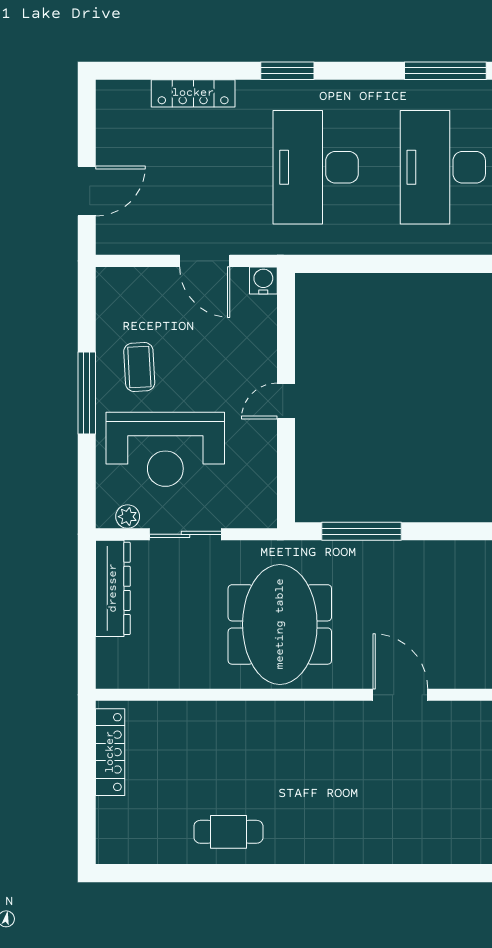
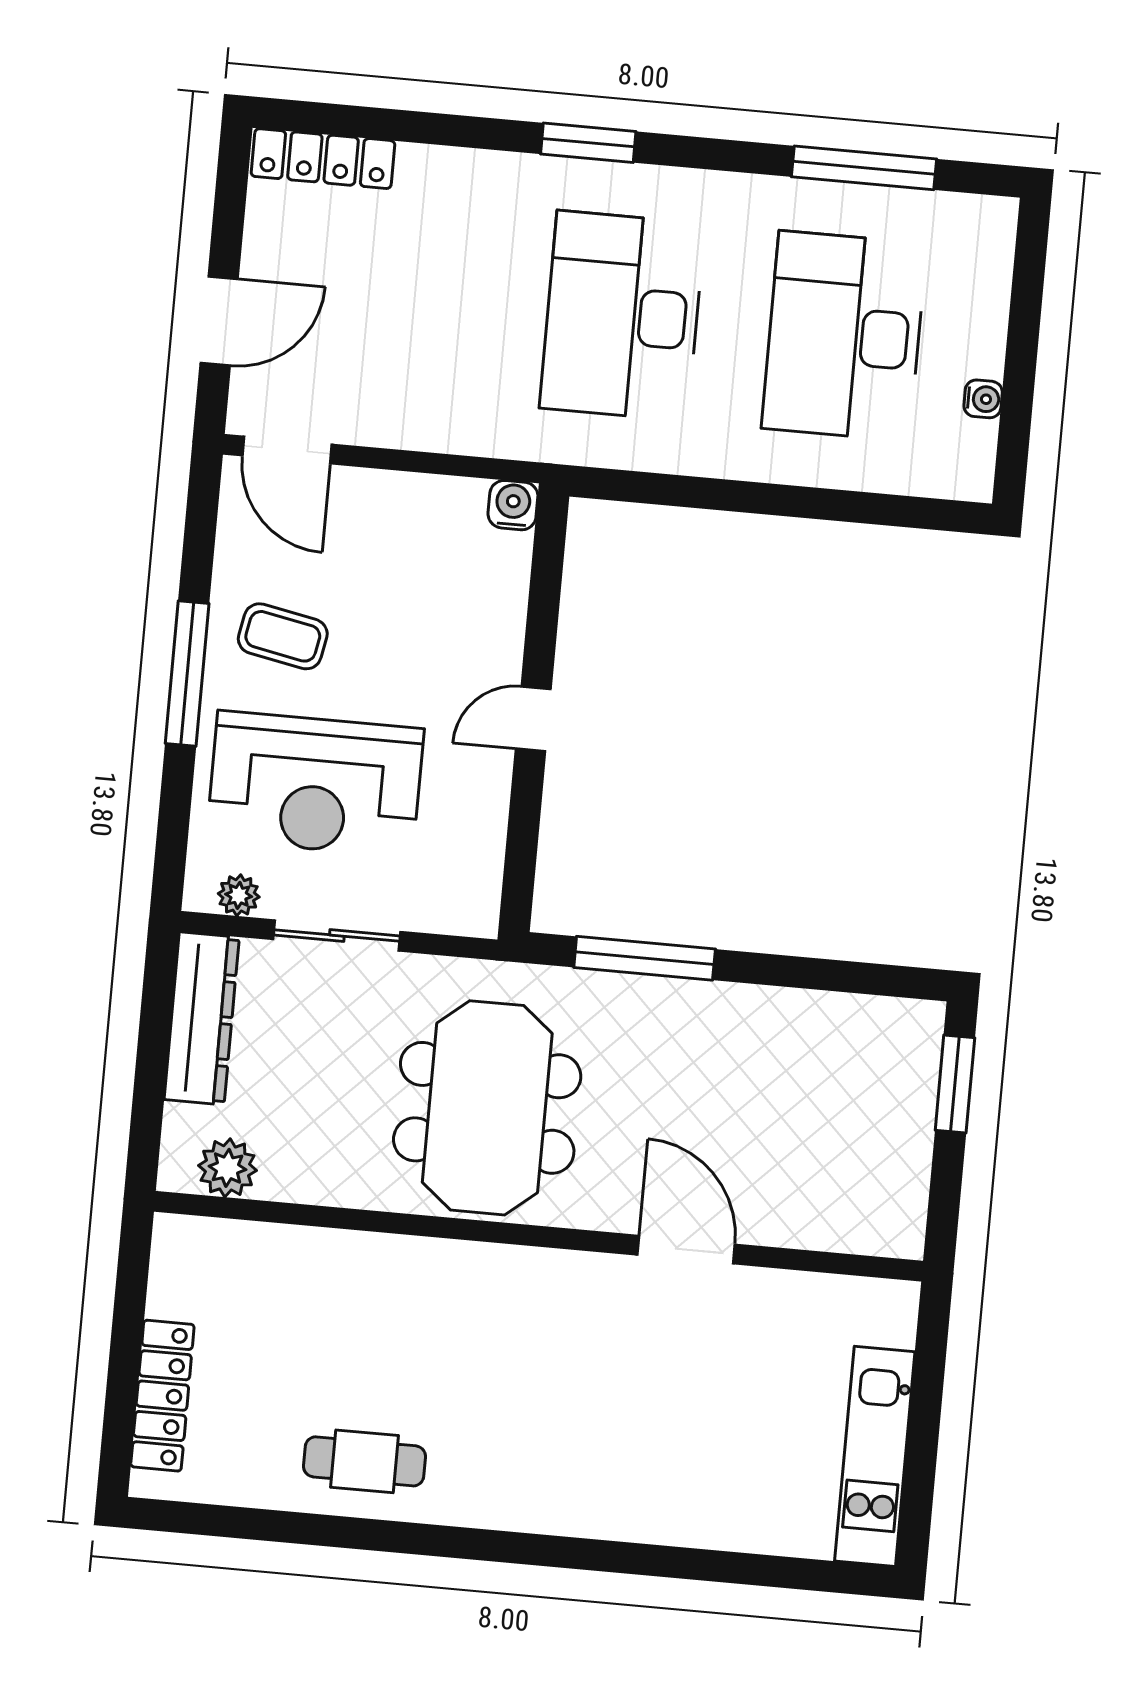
locker: (193, 93) -> (323, 159), moved
door: (205, 261) -> (287, 450), moved
coffee table: (139, 367) -> (283, 636), turned -76
plant: (135, 672) -> (227, 1168), added
locker: (110, 752) -> (162, 1396), moved

